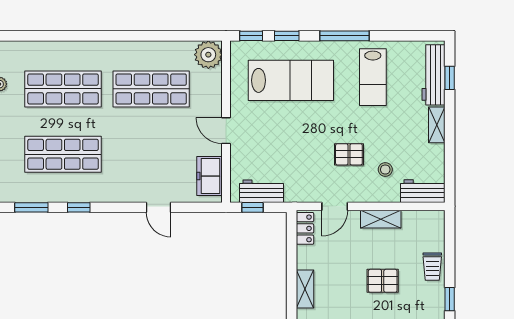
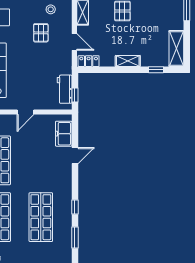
freezer: (210, 176) -> (64, 134), moved, turned 90

